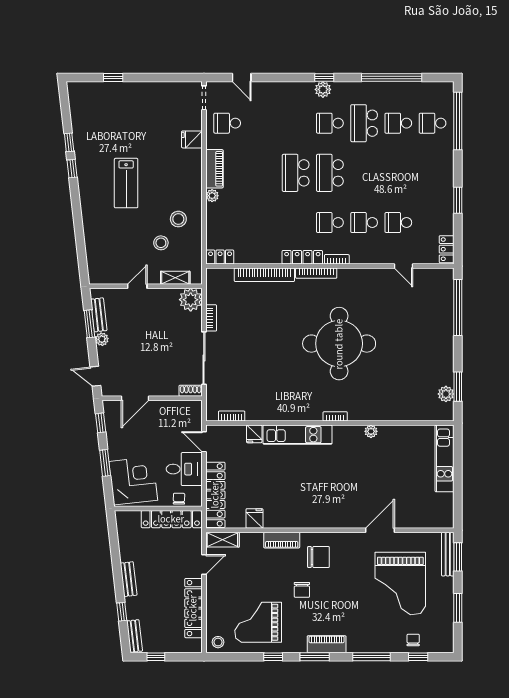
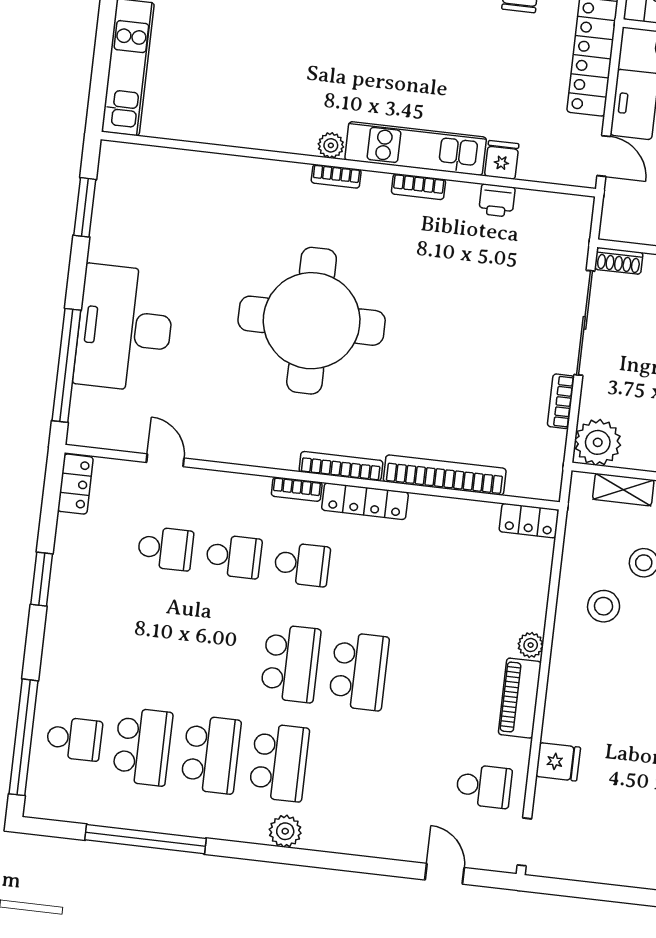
window: (324, 78) -> (280, 855), removed
school desk: (330, 123) -> (279, 762), width x1.85
school desk: (398, 123) -> (143, 747), width x1.85
desk: (431, 329) -> (125, 328), added
plant: (446, 394) -> (110, 195), removed
printer: (254, 414) -> (497, 200), added
bookcase: (232, 416) -> (418, 187), moved
plant: (371, 431) -> (331, 145), moved

